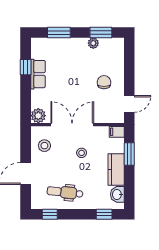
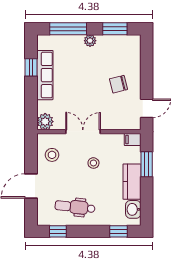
window: (59, 33) -> (68, 29), width x1.44
plant: (93, 43) -> (90, 41), moved
row of seats: (38, 74) -> (45, 75), width x1.48
chair: (104, 82) -> (118, 84), turned -104
double door: (72, 125) -> (83, 132), width x0.73

